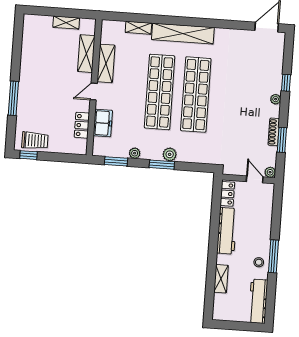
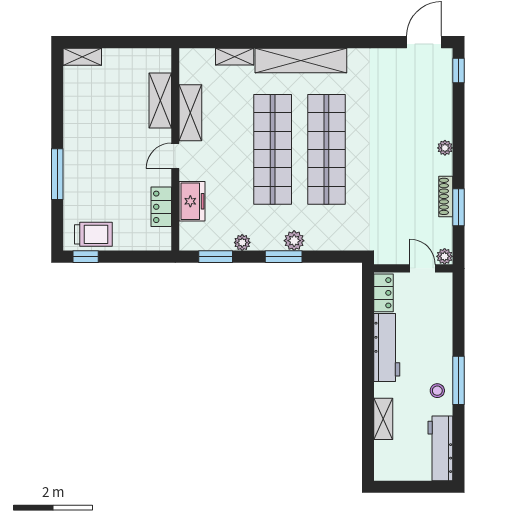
shelving: (66, 23) -> (82, 57), moved
window: (286, 83) -> (459, 70), moved

